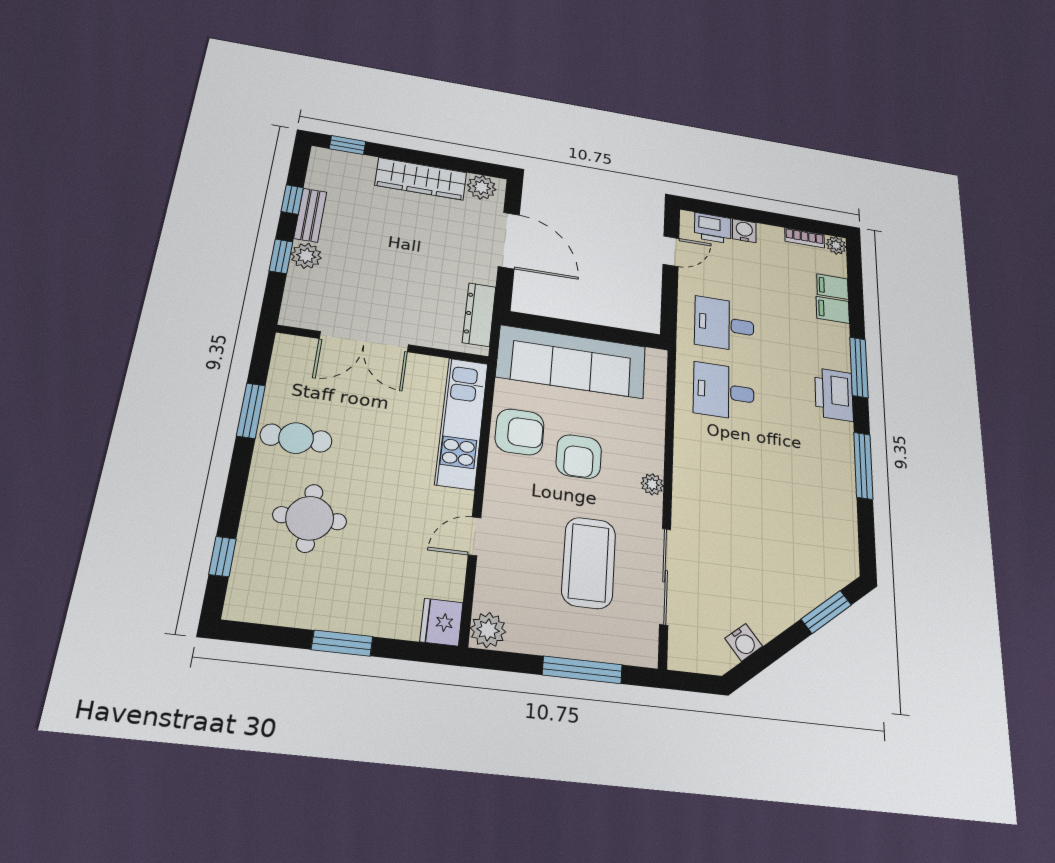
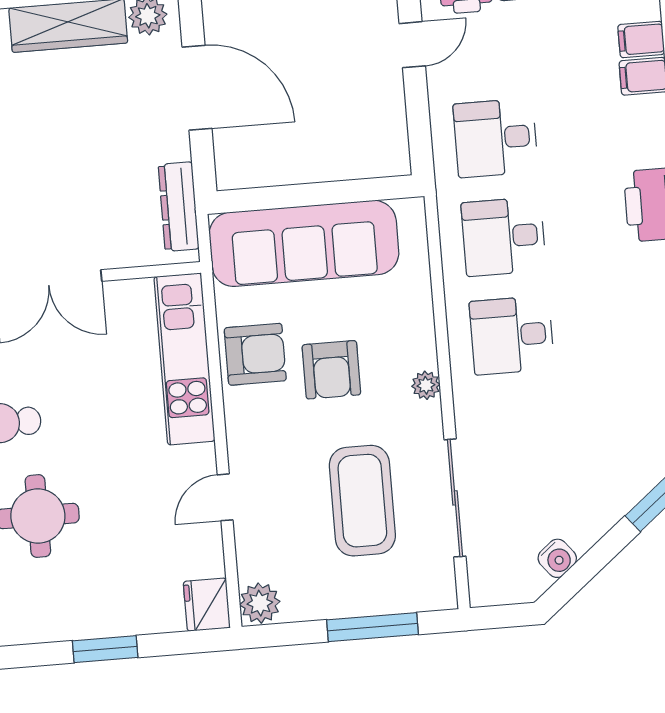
desk: (723, 462) -> (512, 335), added

